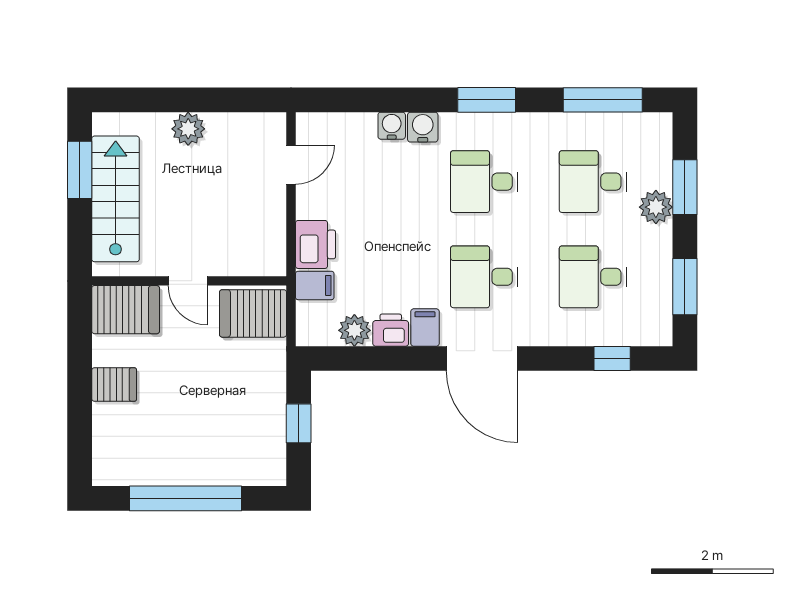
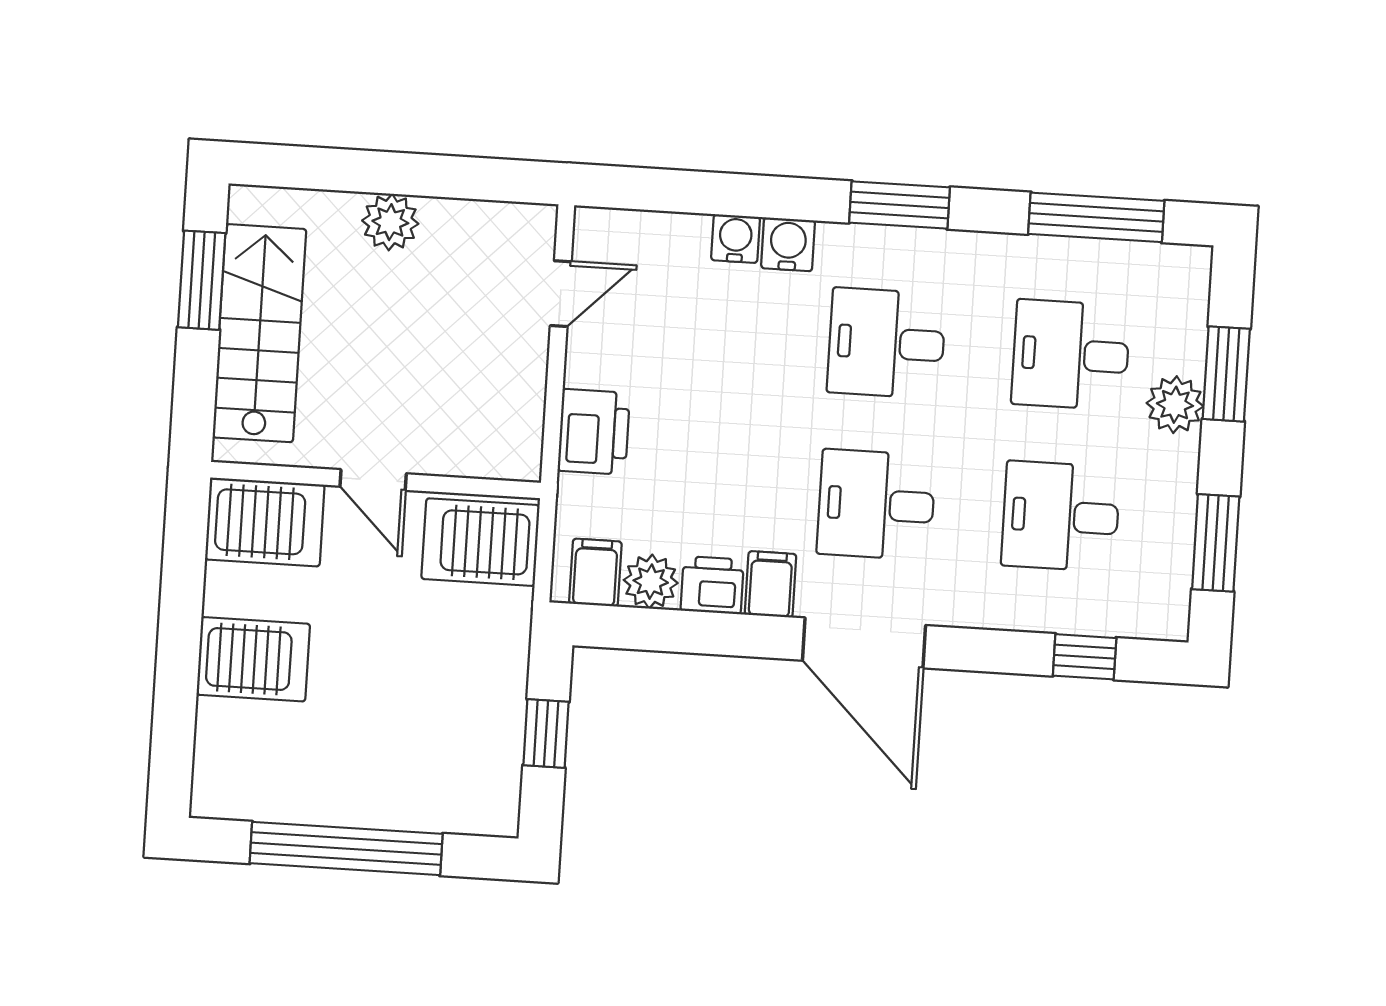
filing cabinet: (315, 285) -> (595, 573), moved, turned -90
server rack: (114, 385) -> (253, 659), width x1.36, depth x1.44

